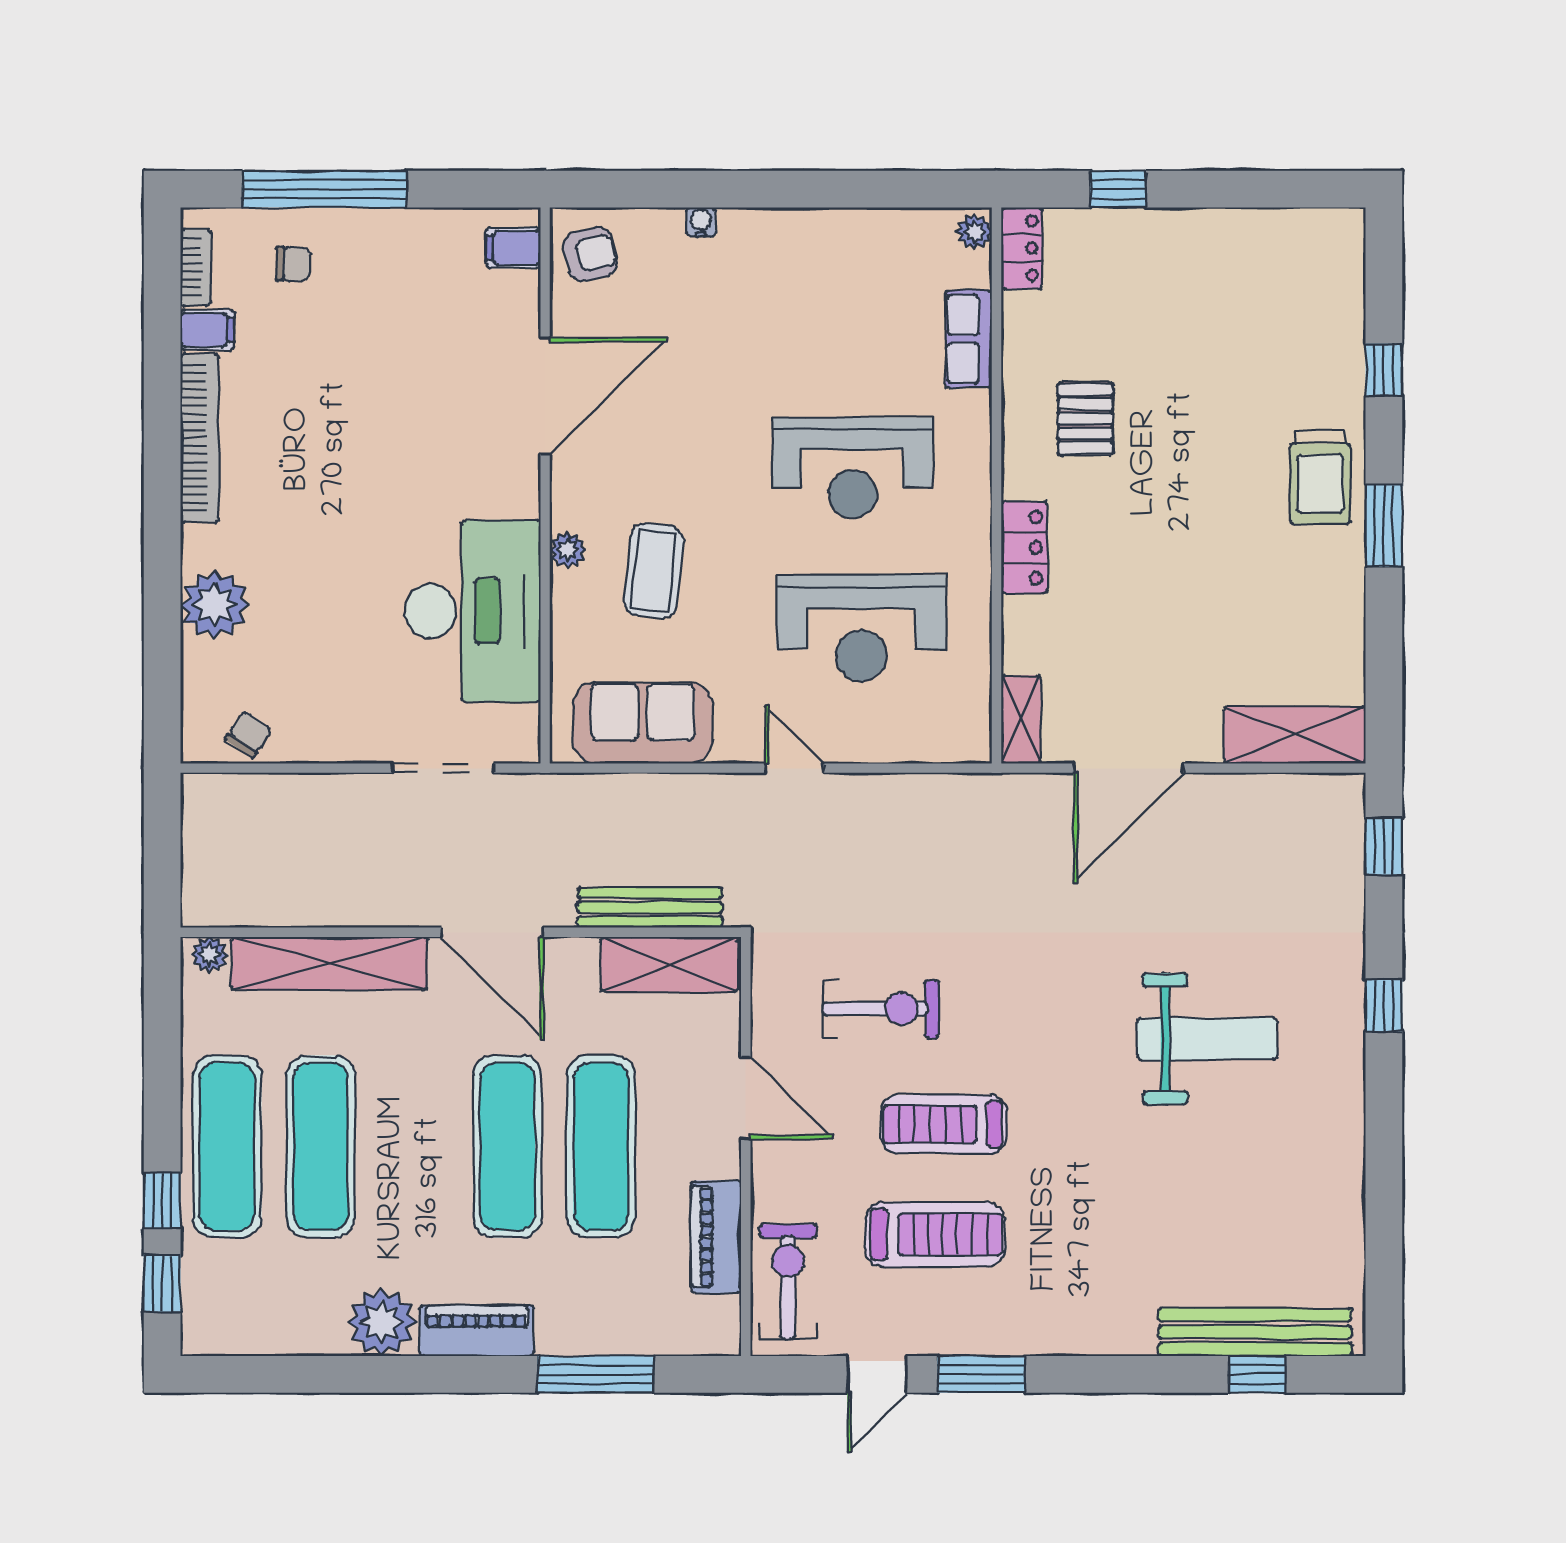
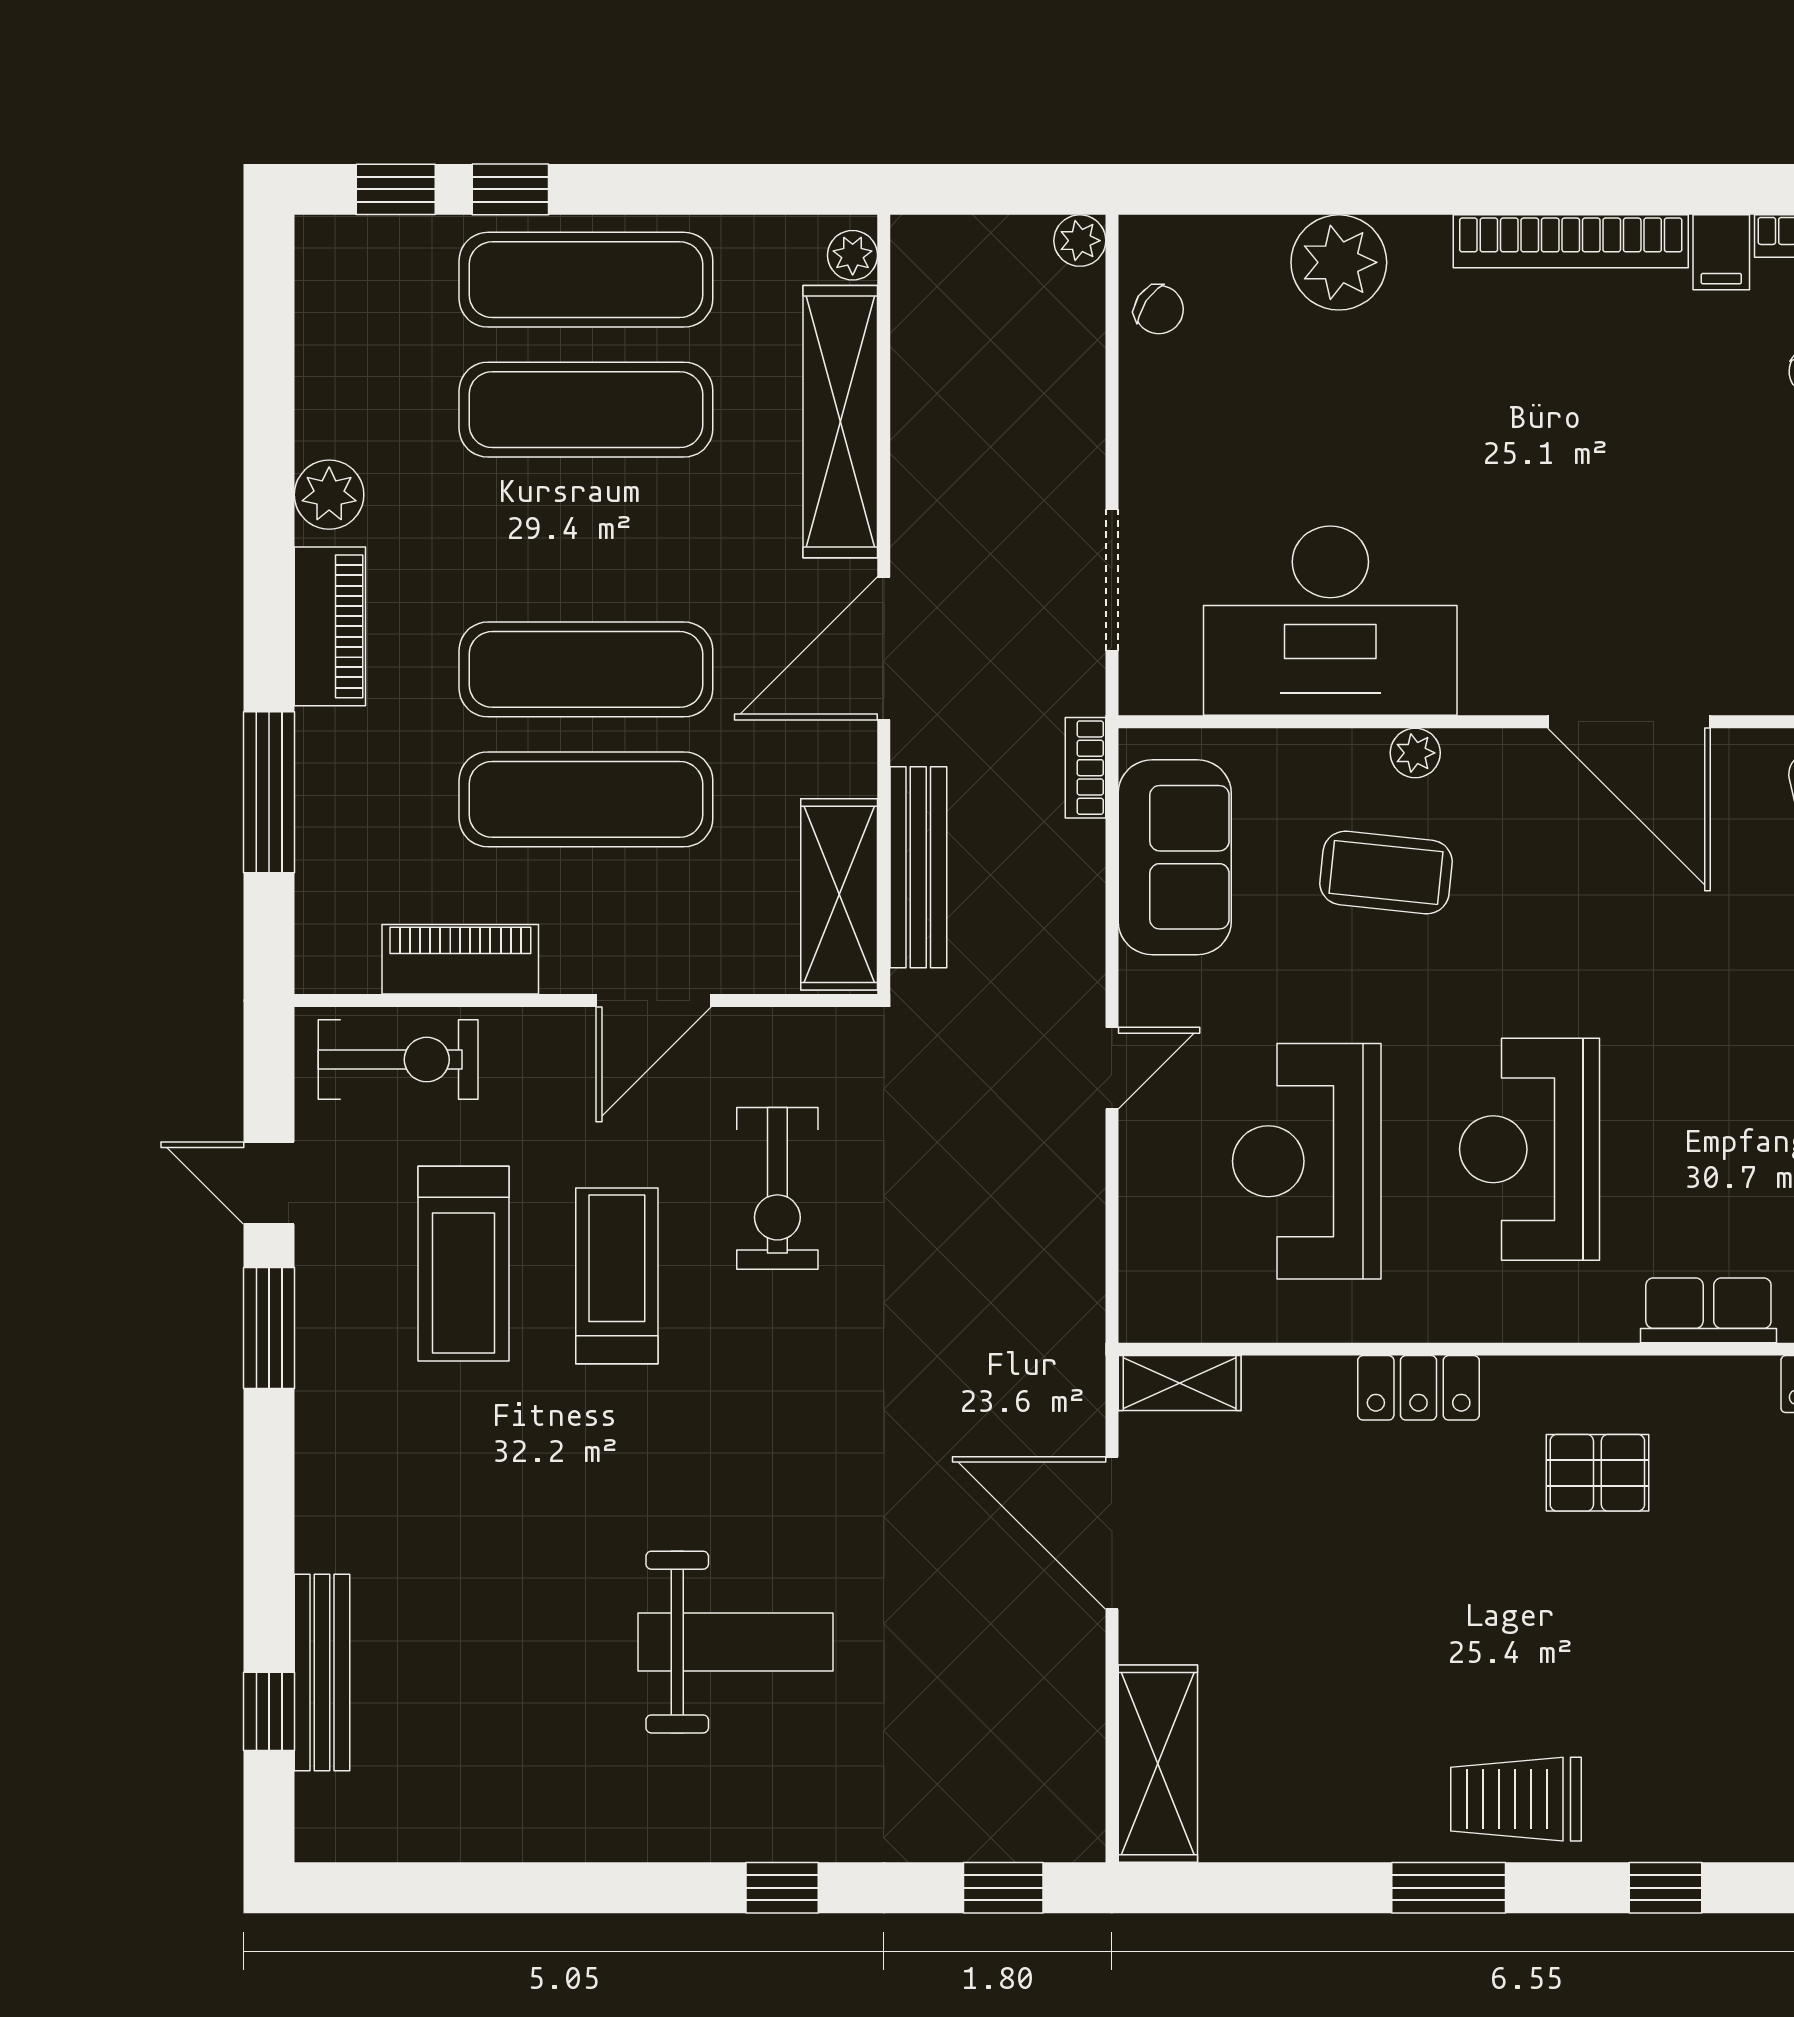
bookcase: (578, 787) -> (1085, 768), added
plant: (199, 791) -> (1080, 241), added
weight bench: (1207, 1039) -> (736, 1642), turned -90
plant: (382, 1322) -> (329, 495), width x0.73, depth x0.73
bench: (1255, 1332) -> (322, 1672), width x0.73, depth x0.82

